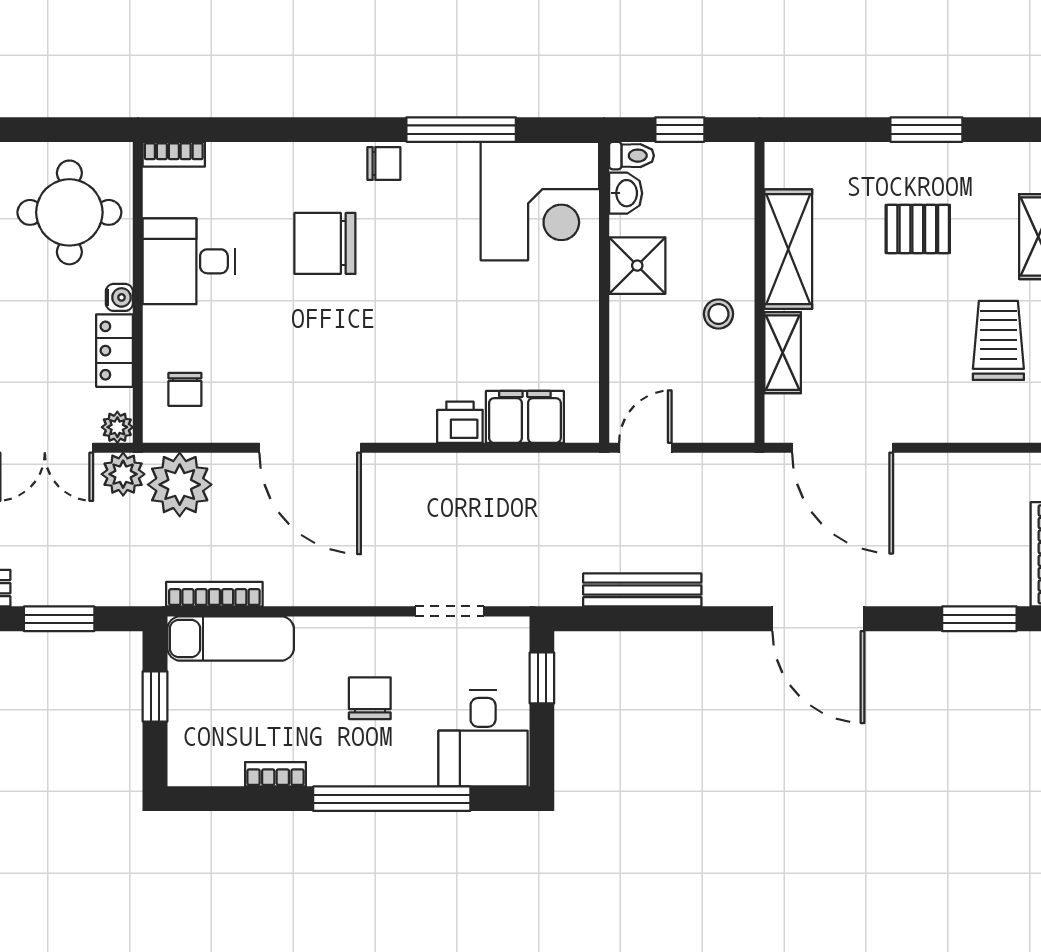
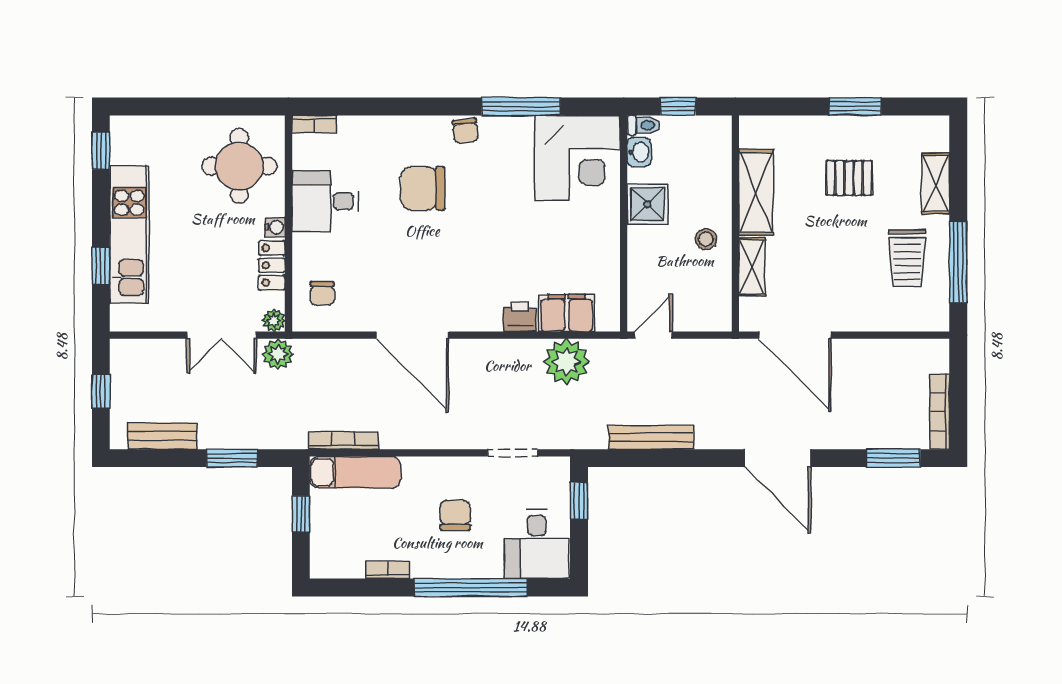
chair: (384, 164) -> (465, 131), turned 84
trolley: (998, 340) -> (907, 258), turned 180
plant: (180, 485) -> (566, 362), moved

